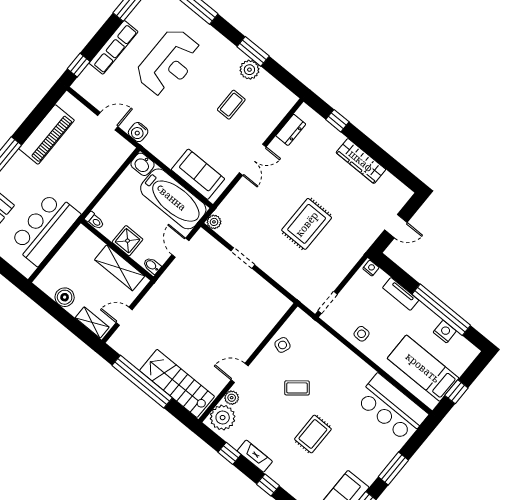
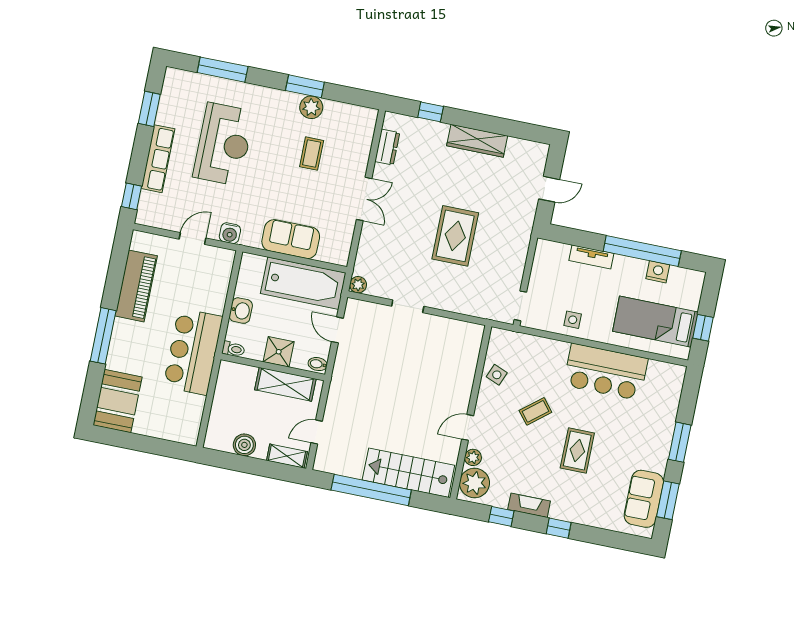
washbasin: (143, 164) -> (241, 311), moved, turned -90
sofa: (198, 174) -> (291, 239), moved
bar counter: (45, 229) -> (193, 352), moved
nightstand: (371, 268) -> (546, 246), removed
bar counter: (392, 408) -> (606, 372), moved

